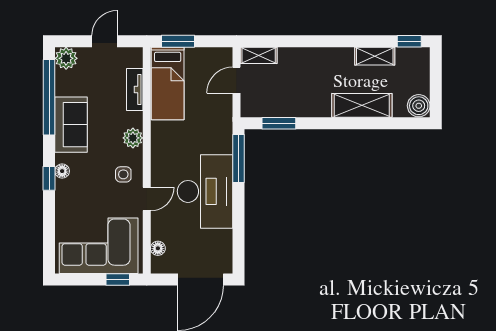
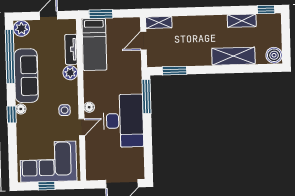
sofa: (71, 125) -> (26, 76), width x1.36
plant: (133, 138) -> (70, 73), moved
floor lamp: (158, 248) -> (89, 107), moved
window: (118, 280) -> (47, 186), moved

